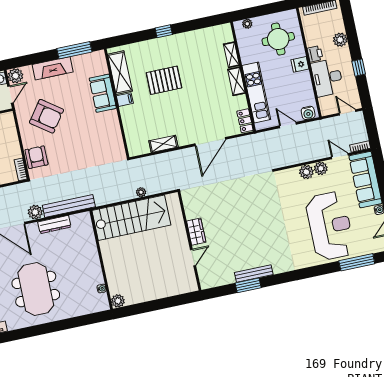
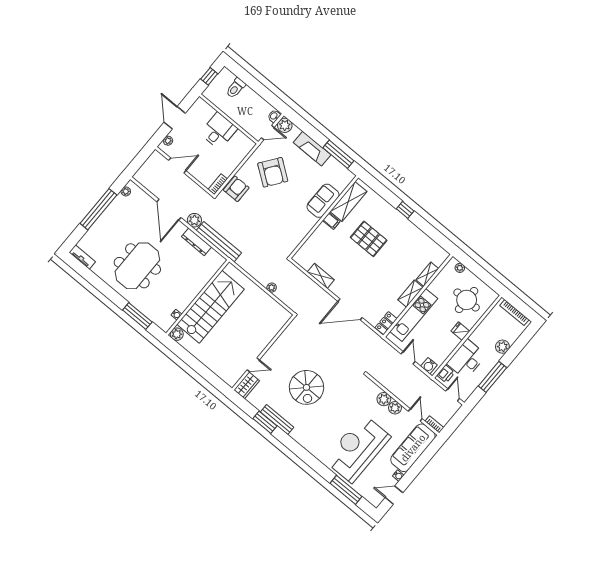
printer: (315, 54) -> (446, 374), moved
window: (359, 68) -> (492, 377), width x2.17
stairs: (131, 218) -> (210, 307), moved, turned -90
reception desk: (330, 226) -> (357, 448), turned 180
spiral stairs: (246, 228) -> (306, 387), added
wardrobe: (196, 232) -> (247, 385), moved
window: (77, 322) -> (137, 316), added

